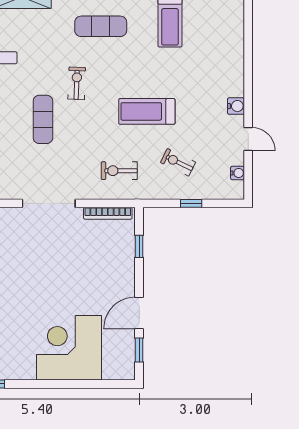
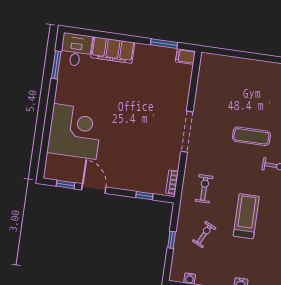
bookcase: (108, 213) -> (172, 182), width x0.64

